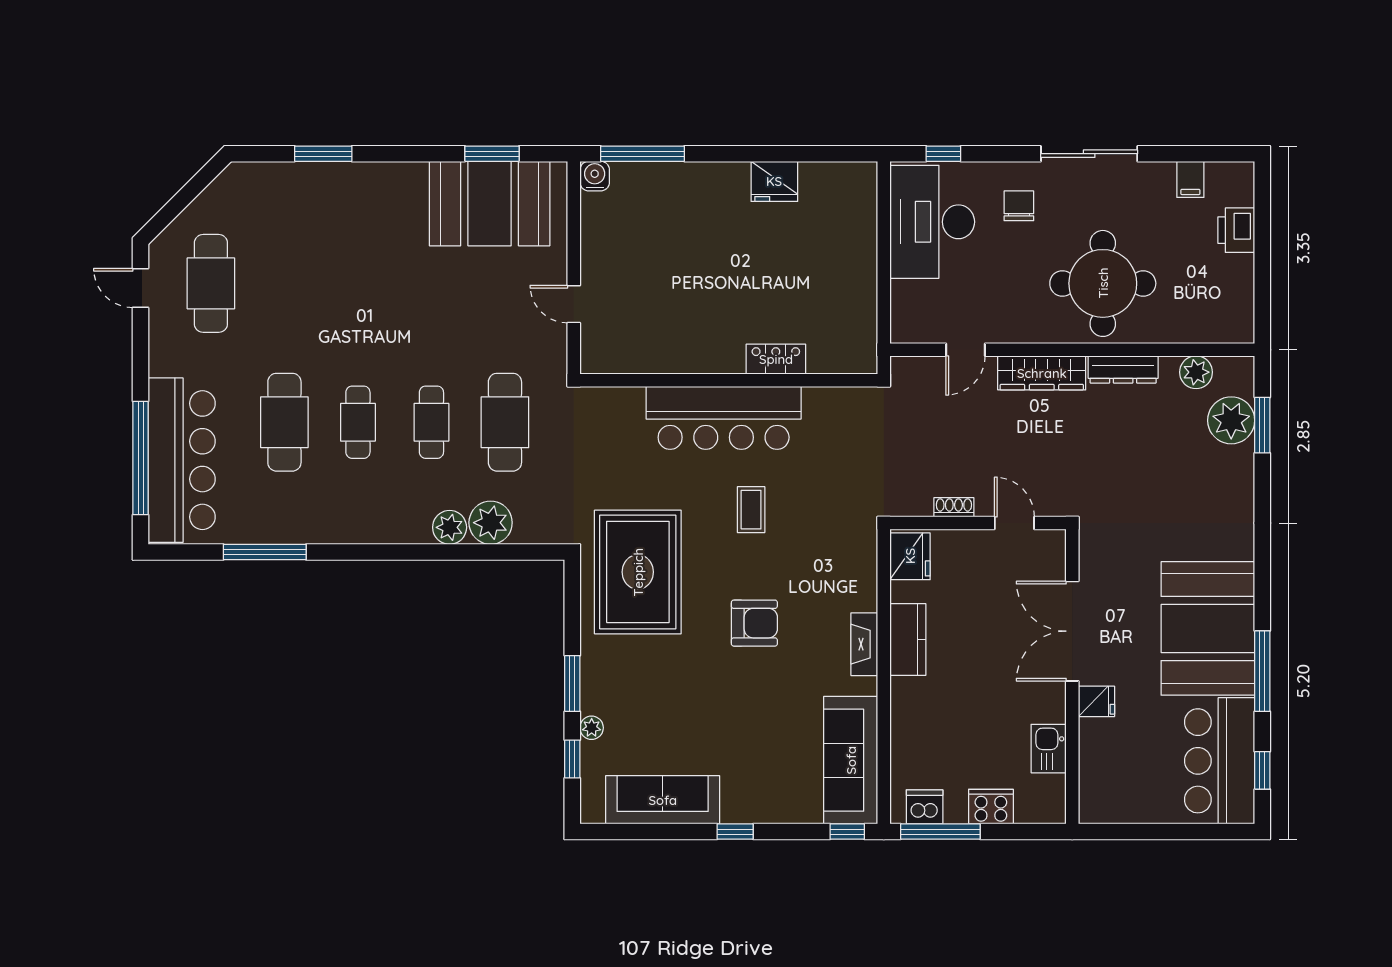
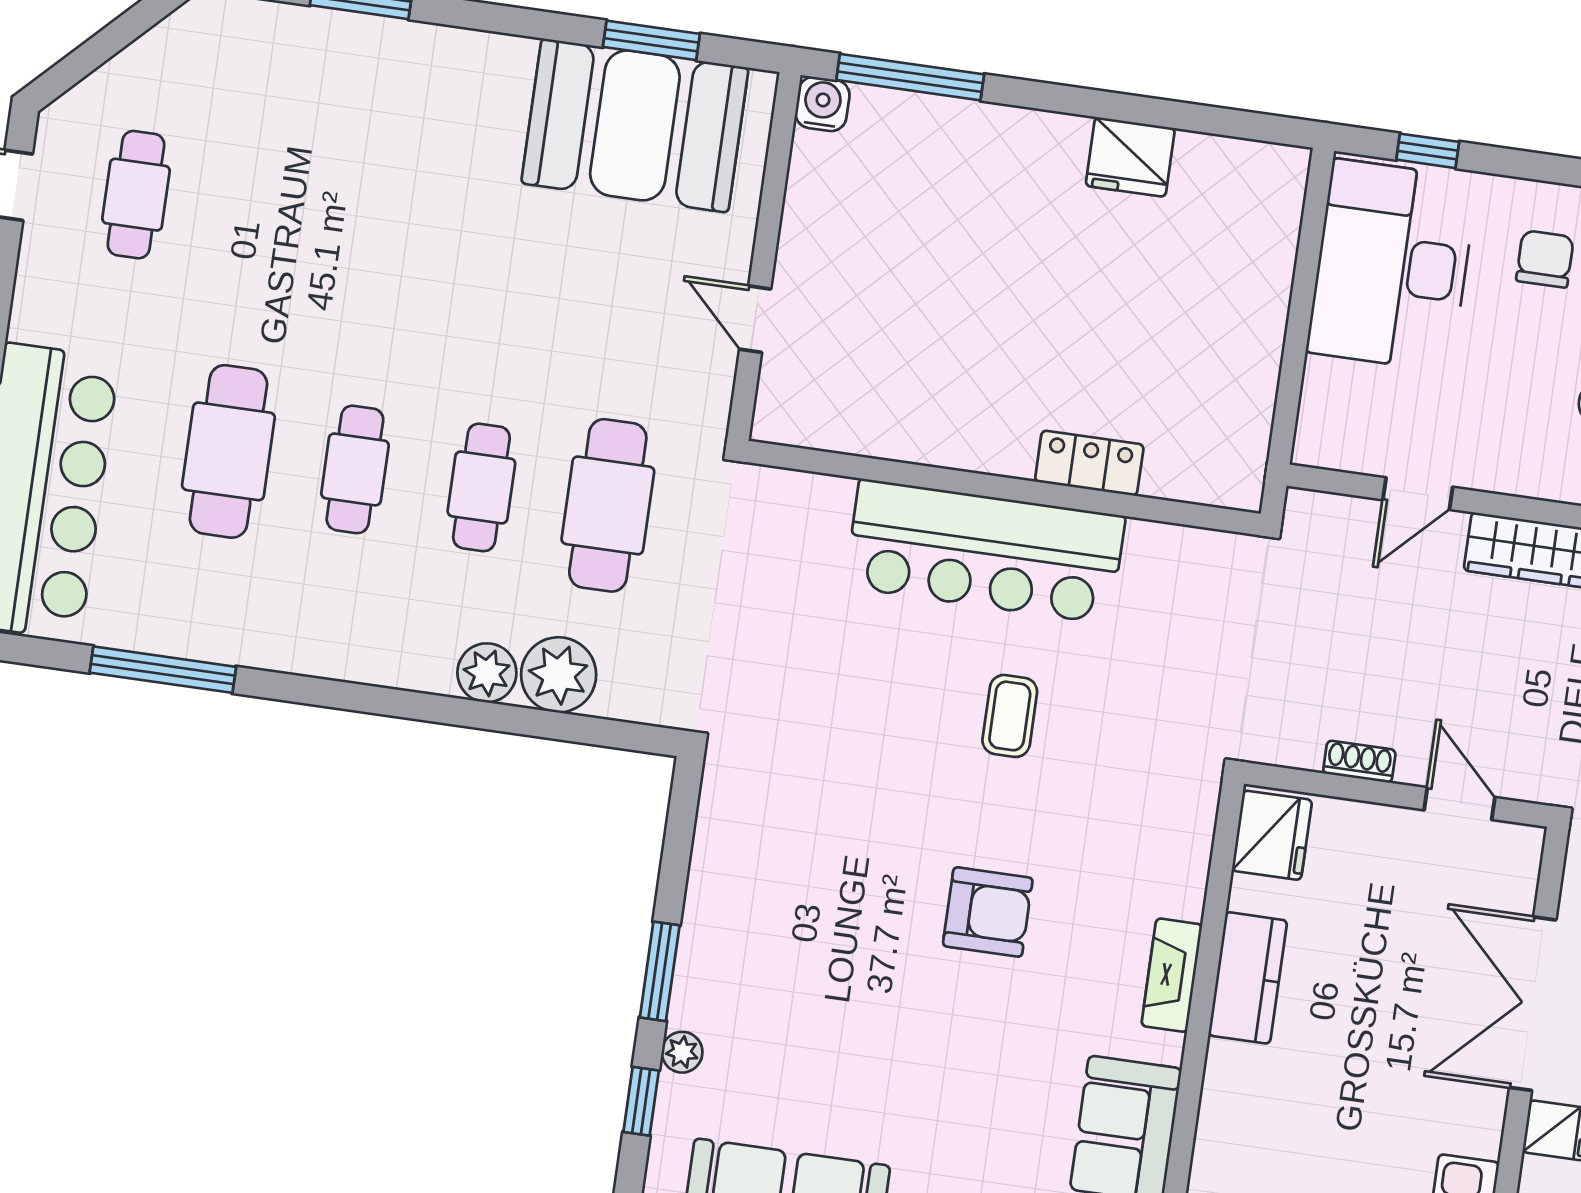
cafe table: (211, 283) -> (136, 195), width x0.73, depth x0.74
rug: (638, 572) -> (800, 796), removed

